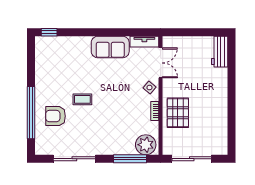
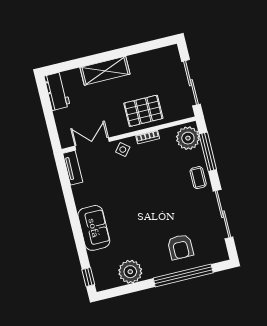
sofa: (110, 47) -> (94, 228), moved
workbench: (220, 52) -> (57, 91), moved, turned -90
plant: (45, 69) -> (130, 272), added
shelving: (219, 89) -> (105, 71), added
coffee table: (82, 99) -> (198, 178), moved

